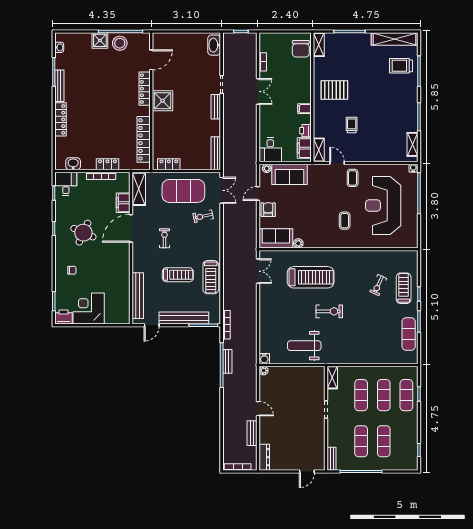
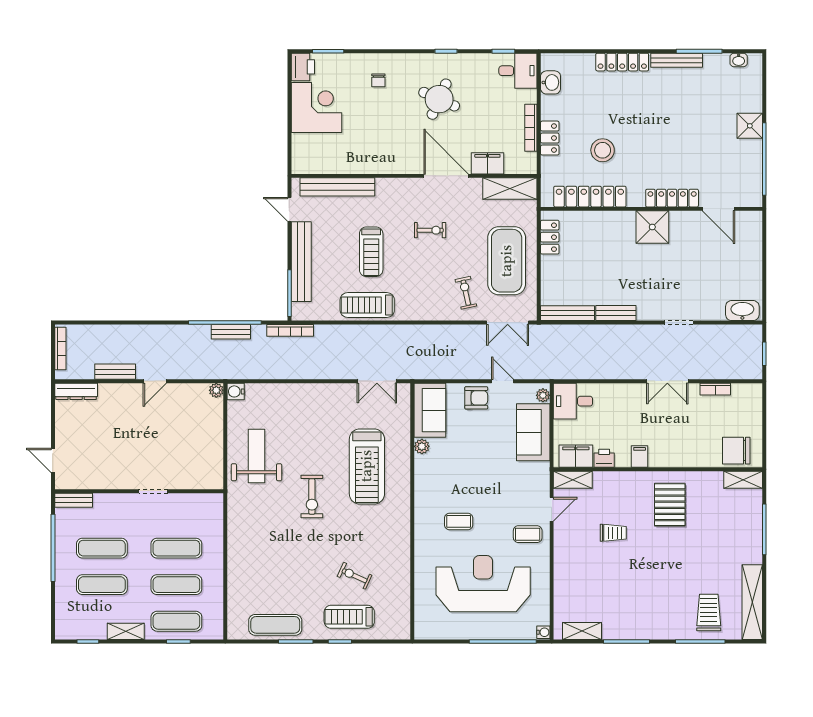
stool: (120, 43) -> (603, 150), moved
bench: (216, 107) -> (616, 313), moved
treadmill: (404, 288) -> (349, 617), turned 180
shelving: (332, 377) -> (126, 631), moved

